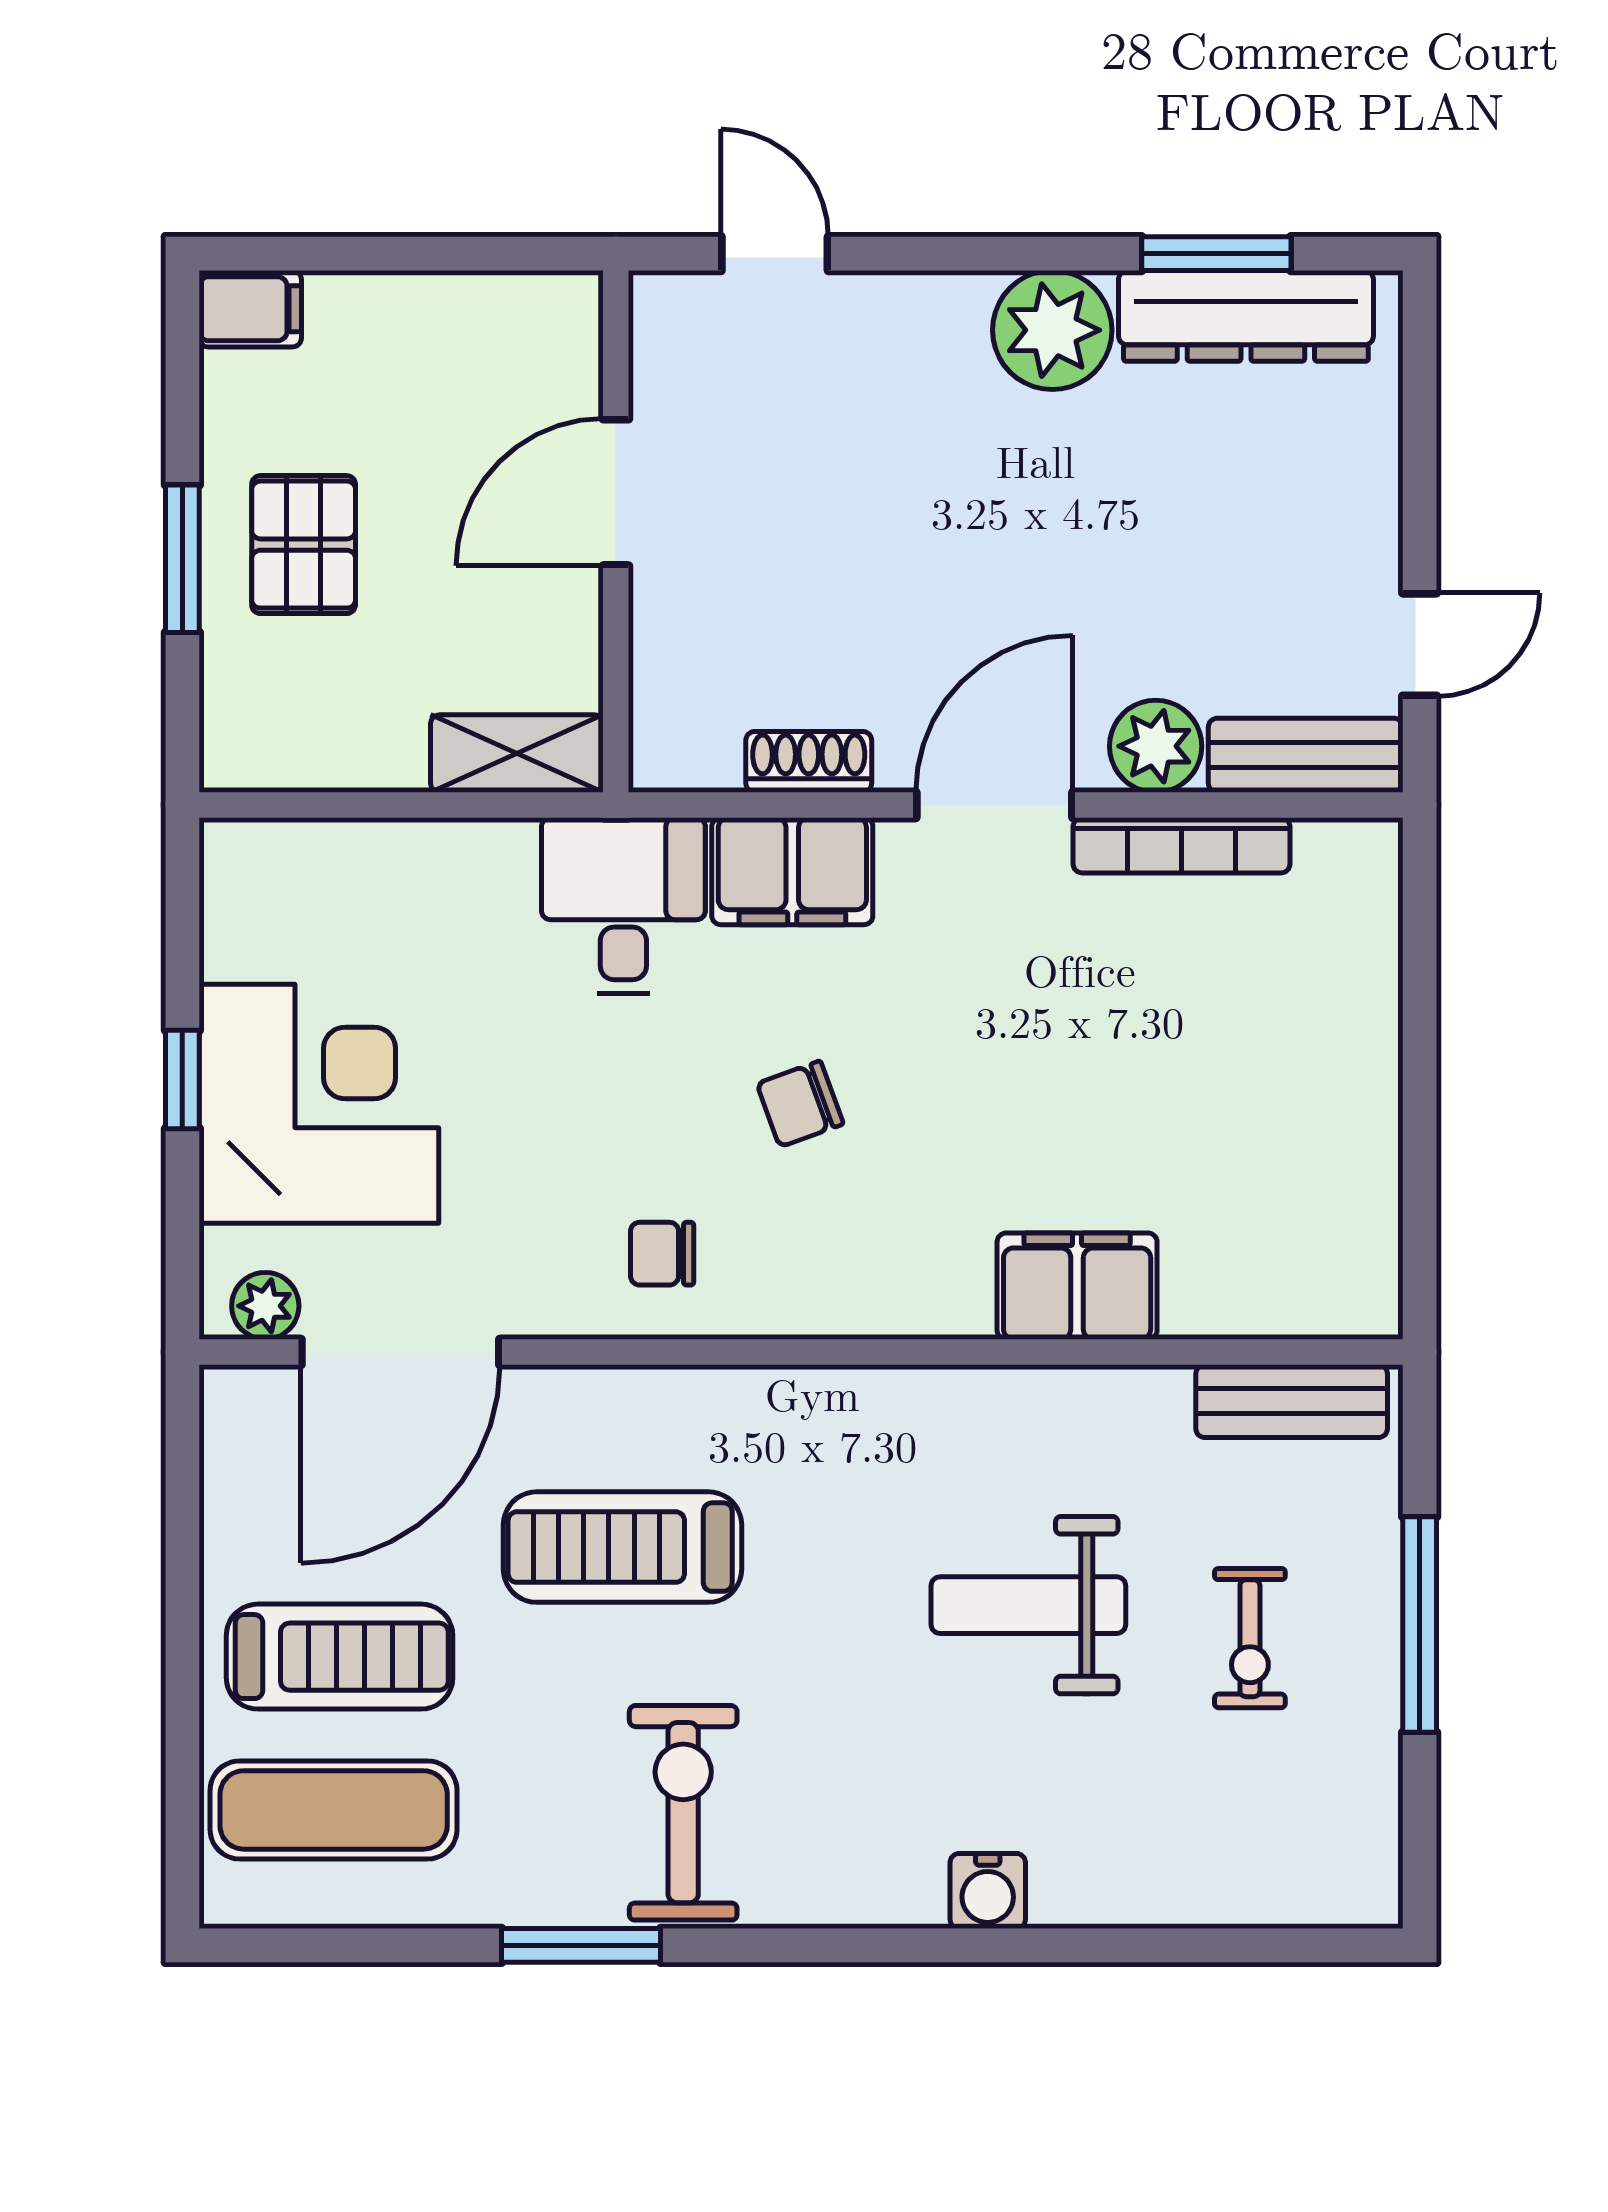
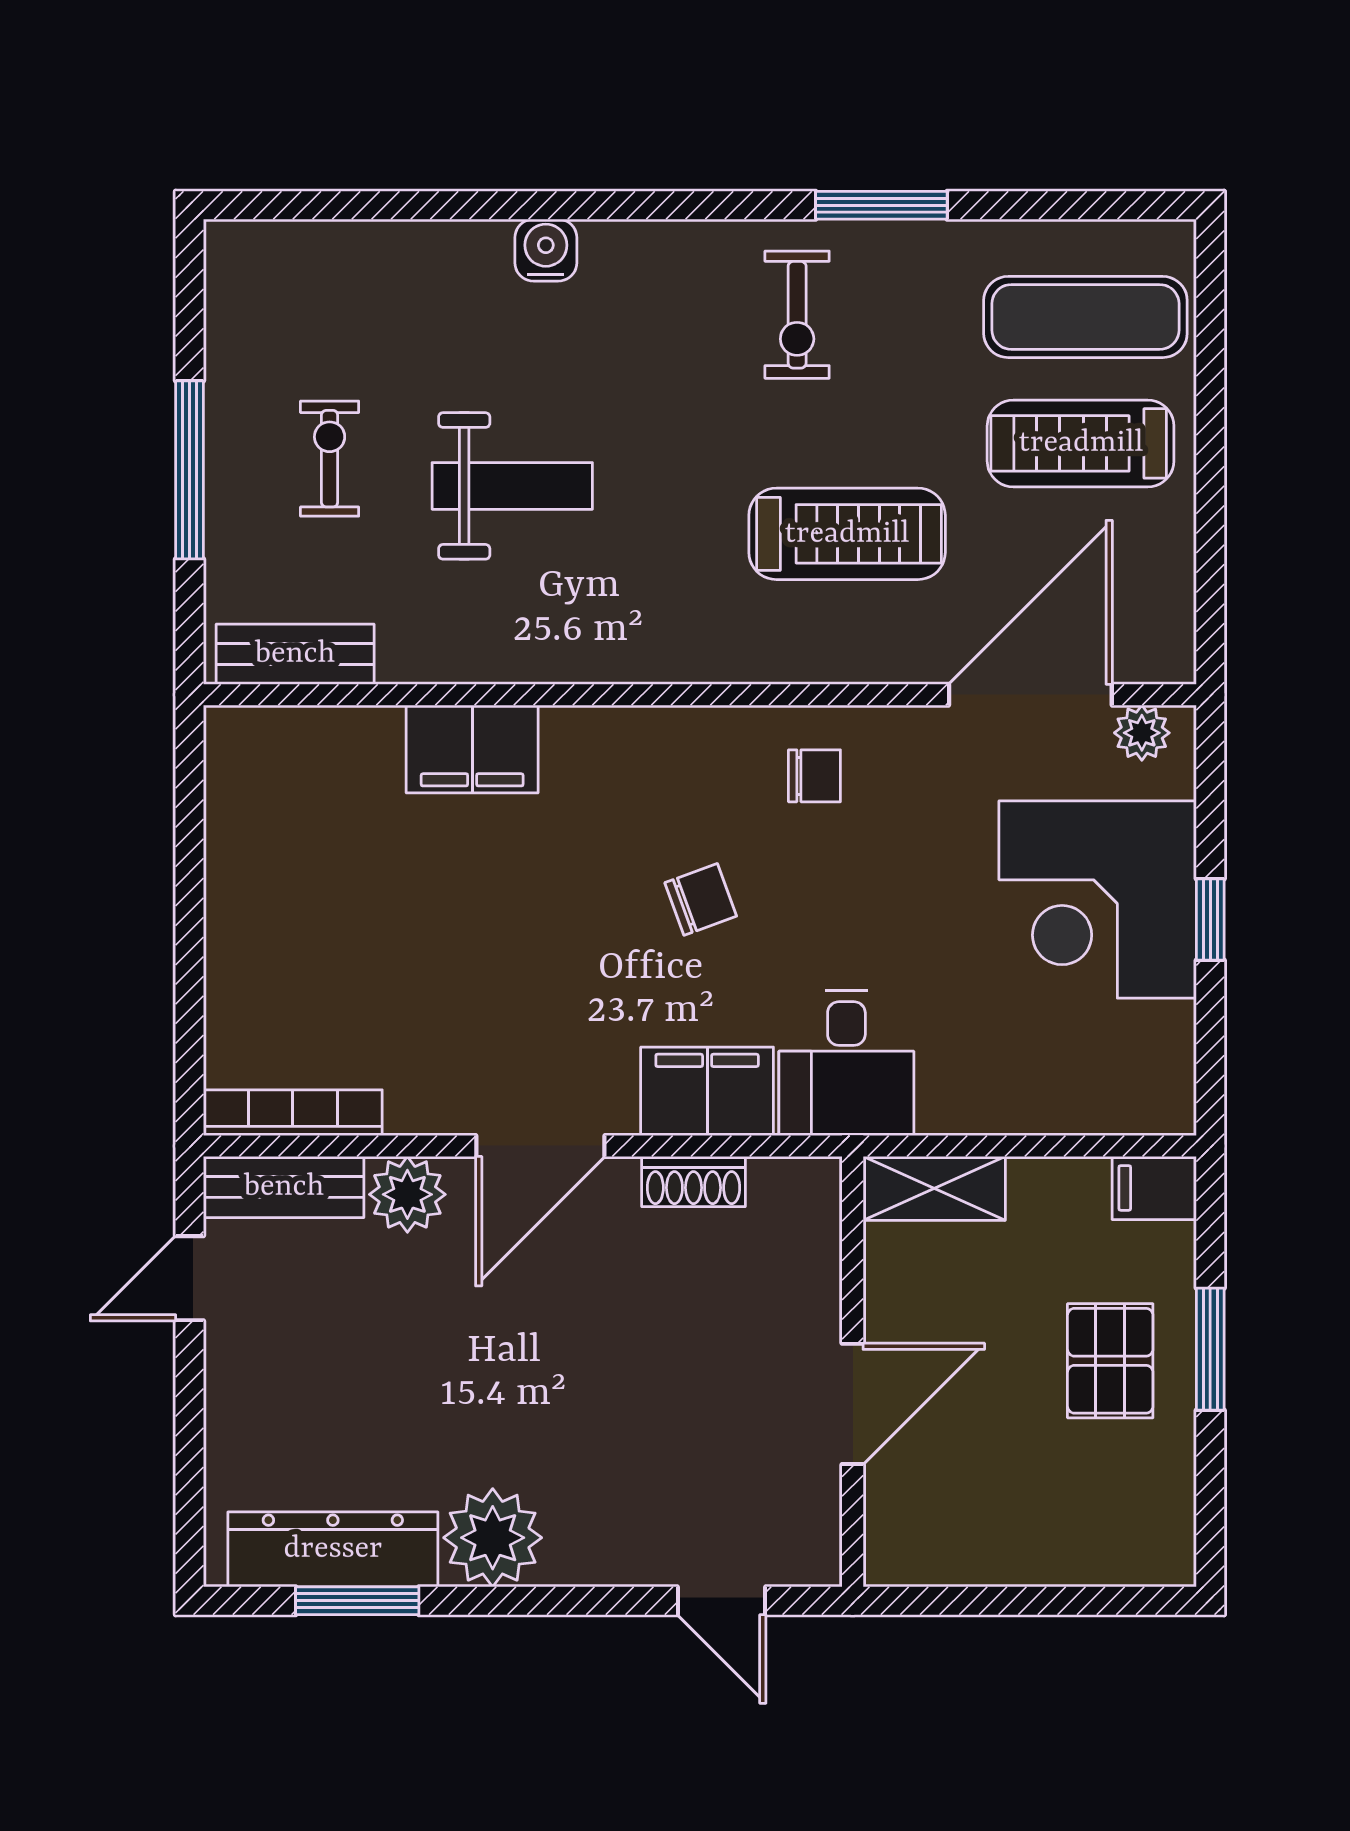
filing cabinet: (250, 309) -> (1154, 1188), moved
bookcase: (1182, 845) -> (293, 1113), moved
exercise bike: (683, 1813) -> (797, 315), width x0.73, depth x0.72

